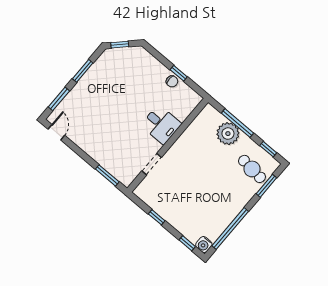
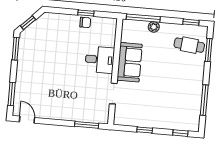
window: (83, 71) -> (16, 49), moved
window: (237, 123) -> (143, 18), moved
plant: (228, 134) -> (154, 27), width x0.53, depth x0.53
sofa: (187, 146) -> (130, 62), added
window: (230, 229) -> (204, 100), width x0.68
water cooler: (204, 245) -> (193, 125), removed

